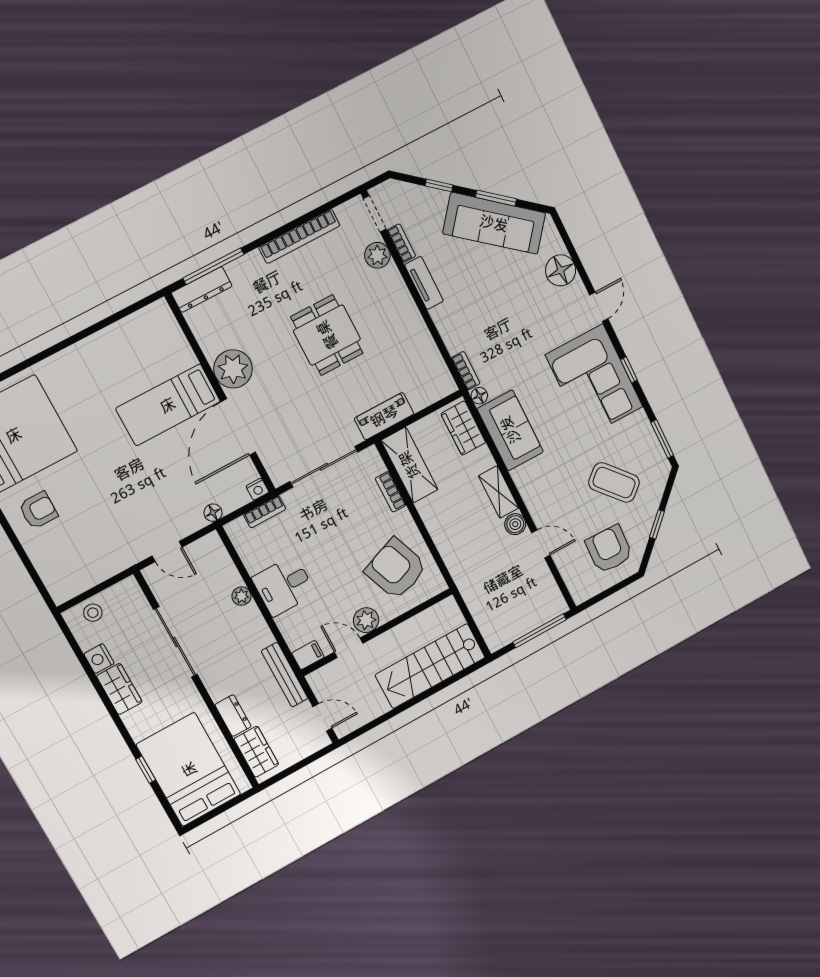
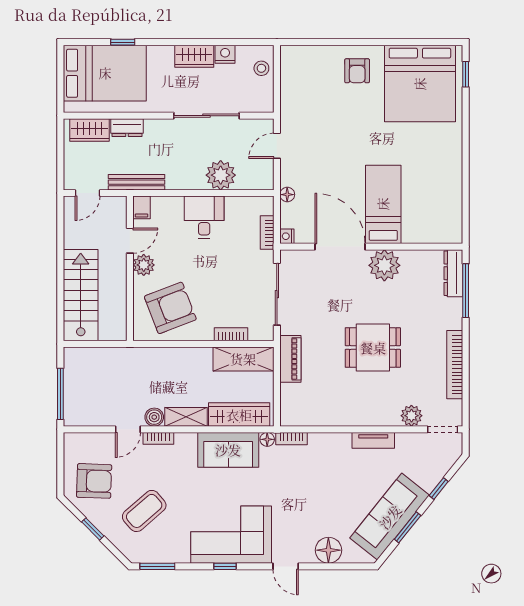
bookcase: (401, 243) -> (158, 438), moved
wardrobe: (463, 428) -> (239, 415), width x1.50
plant: (242, 596) -> (221, 175), width x1.88, depth x1.88

